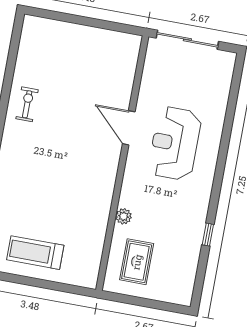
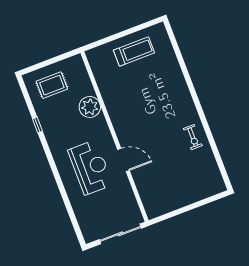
plant: (124, 216) -> (90, 107), width x1.88, depth x1.88
rug: (137, 262) -> (52, 85), moved, turned 90

